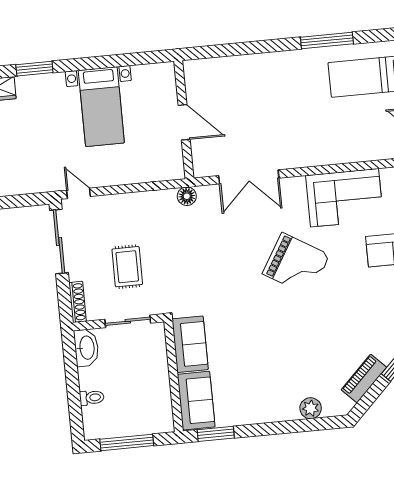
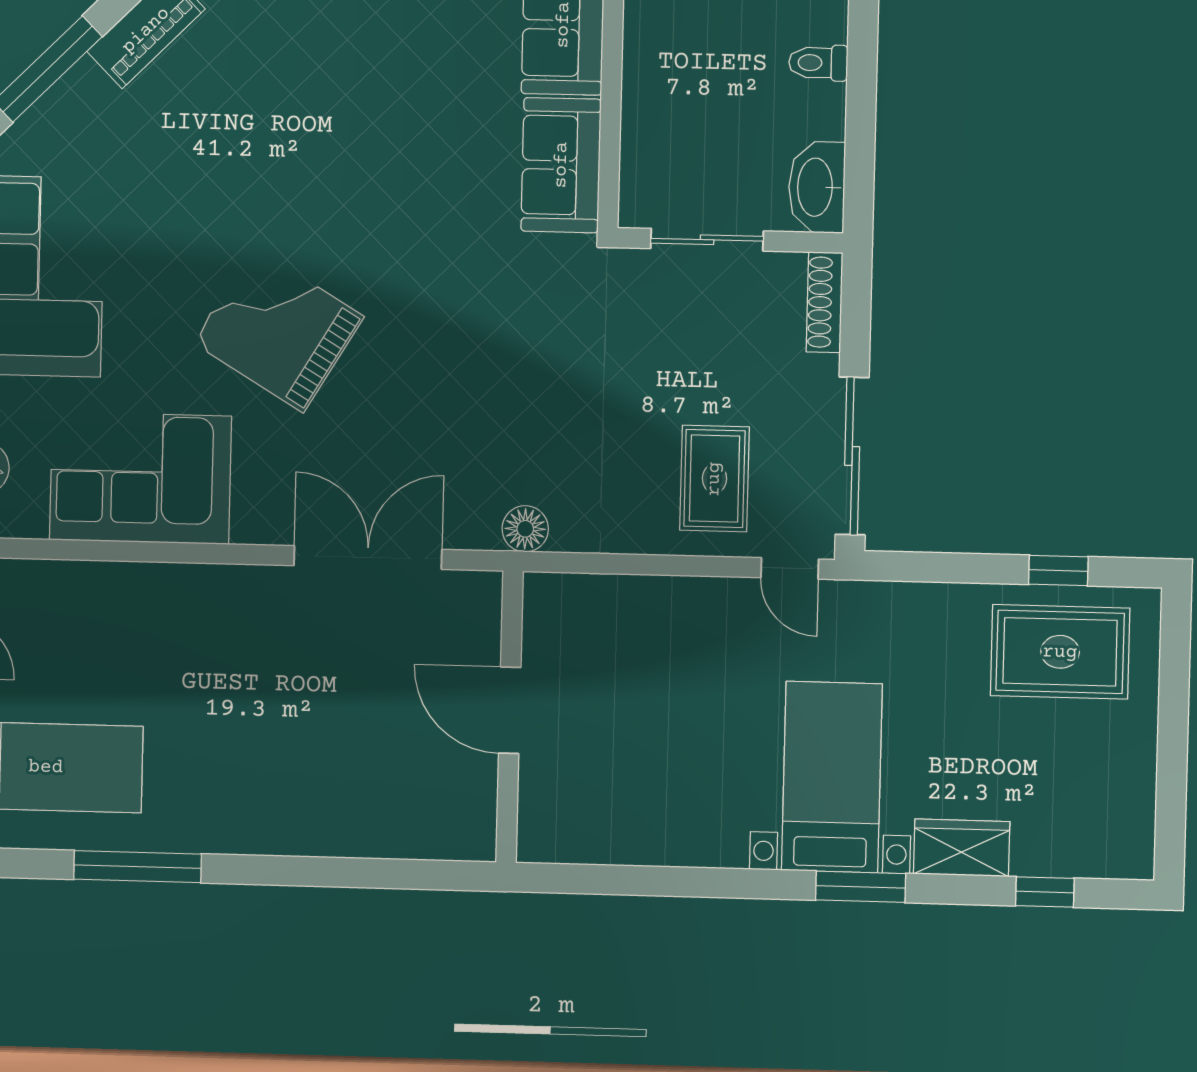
bed with nightstands: (101, 107) -> (832, 777), moved
rug: (127, 267) -> (714, 479), moved

